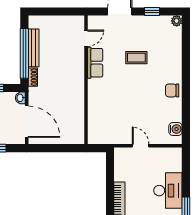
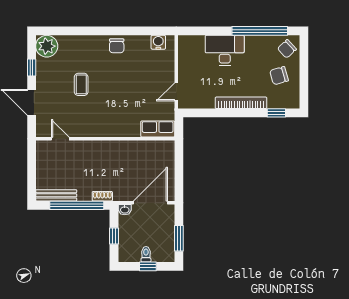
plant: (177, 21) -> (47, 46), width x1.87, depth x1.87
bench: (34, 48) -> (56, 195), moved
row of seats: (95, 63) -> (158, 129), moved
door: (141, 146) -> (176, 92), moved

